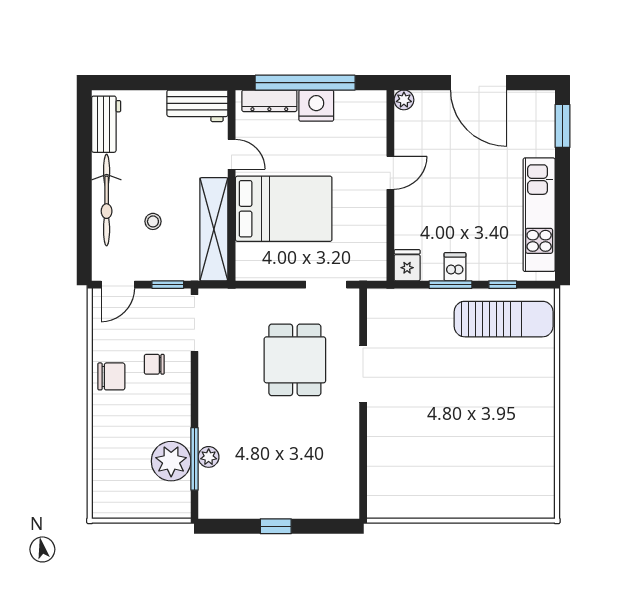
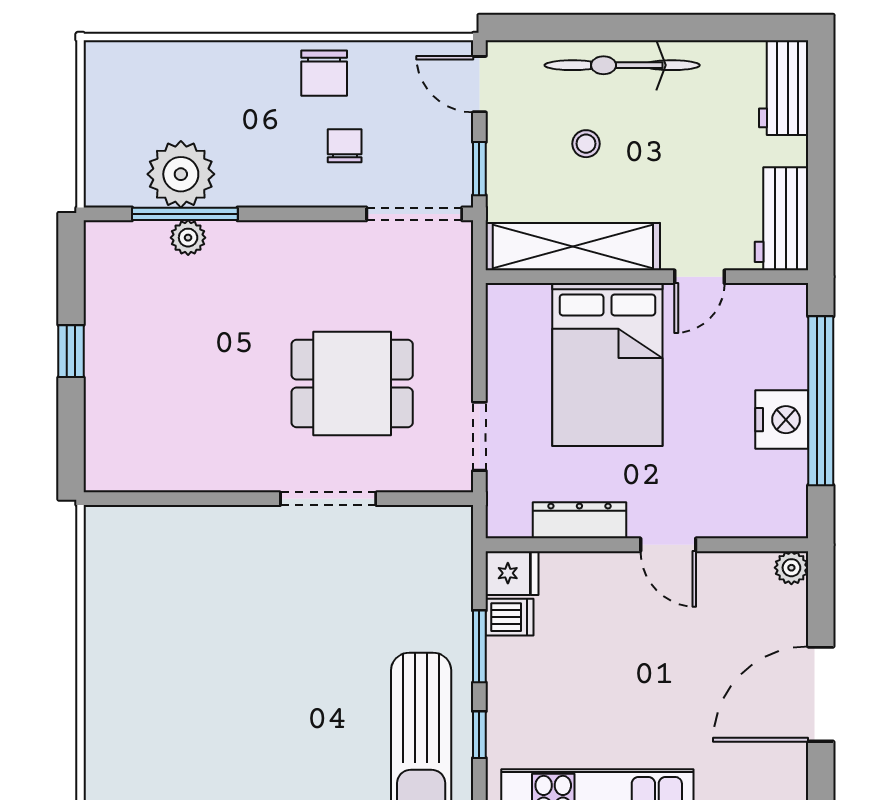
dresser: (269, 101) -> (579, 520), moved, turned 90
workbench: (106, 124) -> (784, 88), moved, turned 90
dishwasher: (455, 267) -> (510, 617), moved

